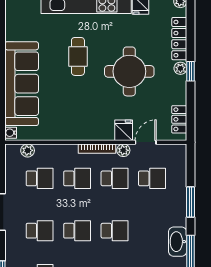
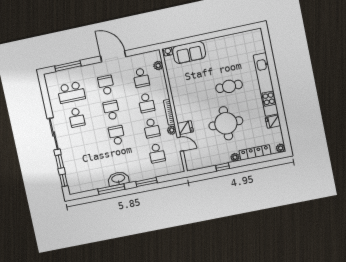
window: (191, 71) -> (223, 167), moved
sofa: (22, 84) -> (189, 52), width x0.54, depth x0.79
locker: (179, 119) -> (200, 163), removed
school desk: (40, 231) -> (106, 85), turned 180
school desk: (77, 231) -> (111, 110), turned 180
school desk: (115, 231) -> (117, 135), turned 180

